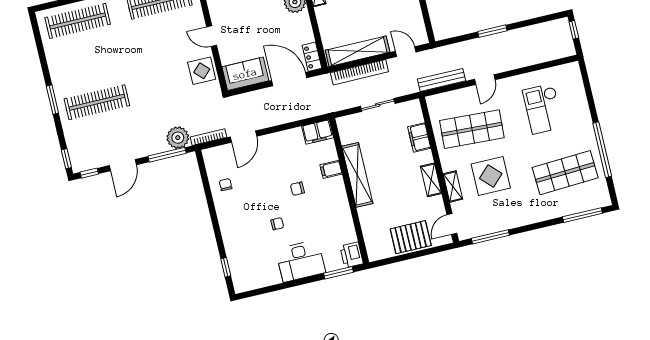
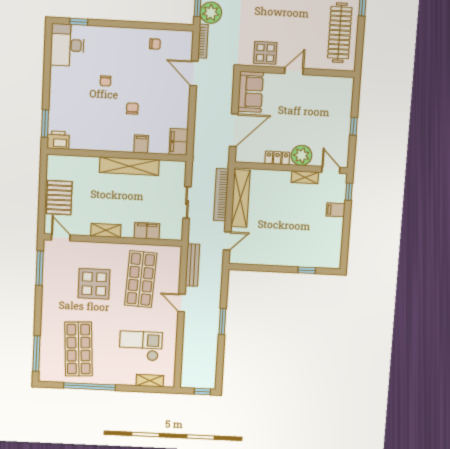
locker: (312, 57) -> (277, 158), moved
shelving: (453, 186) -> (150, 381), moved
desk: (301, 261) -> (67, 45), moved

